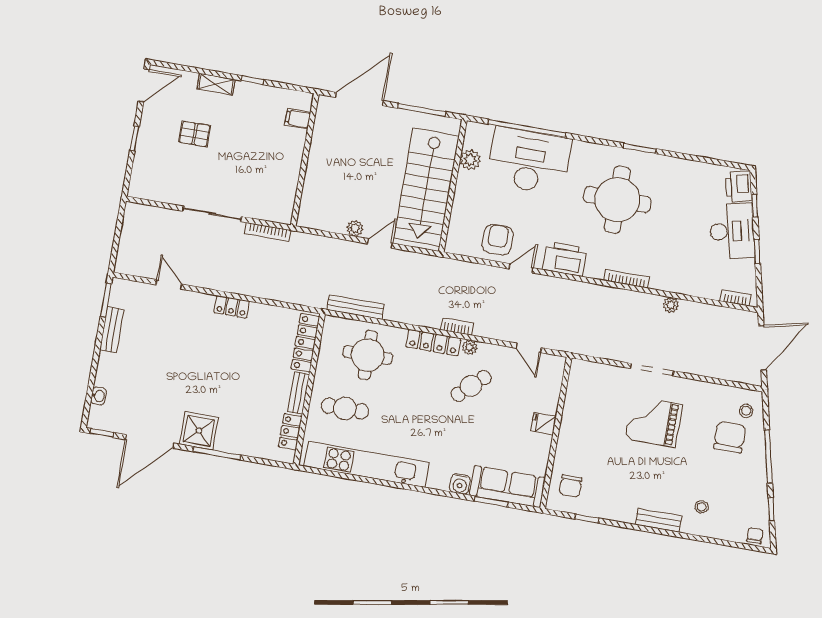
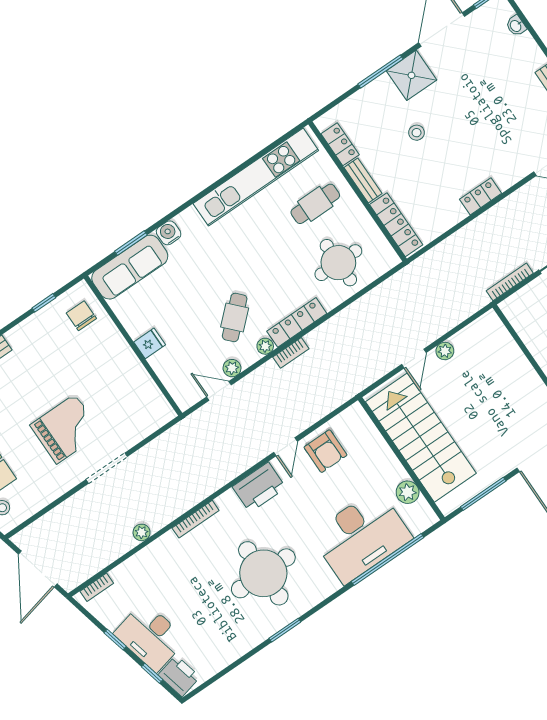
bench: (356, 307) -> (384, 291), removed
plant: (505, 354) -> (232, 368), added
stool: (233, 390) -> (417, 133), added

